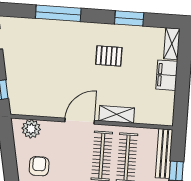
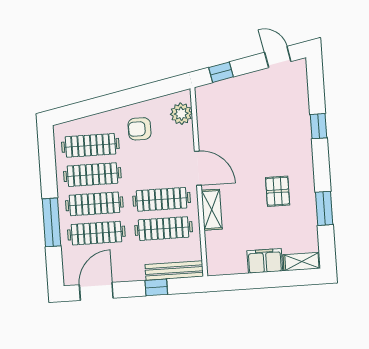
window: (58, 13) -> (318, 126), width x0.46
armchair: (39, 166) -> (140, 129), turned 180

